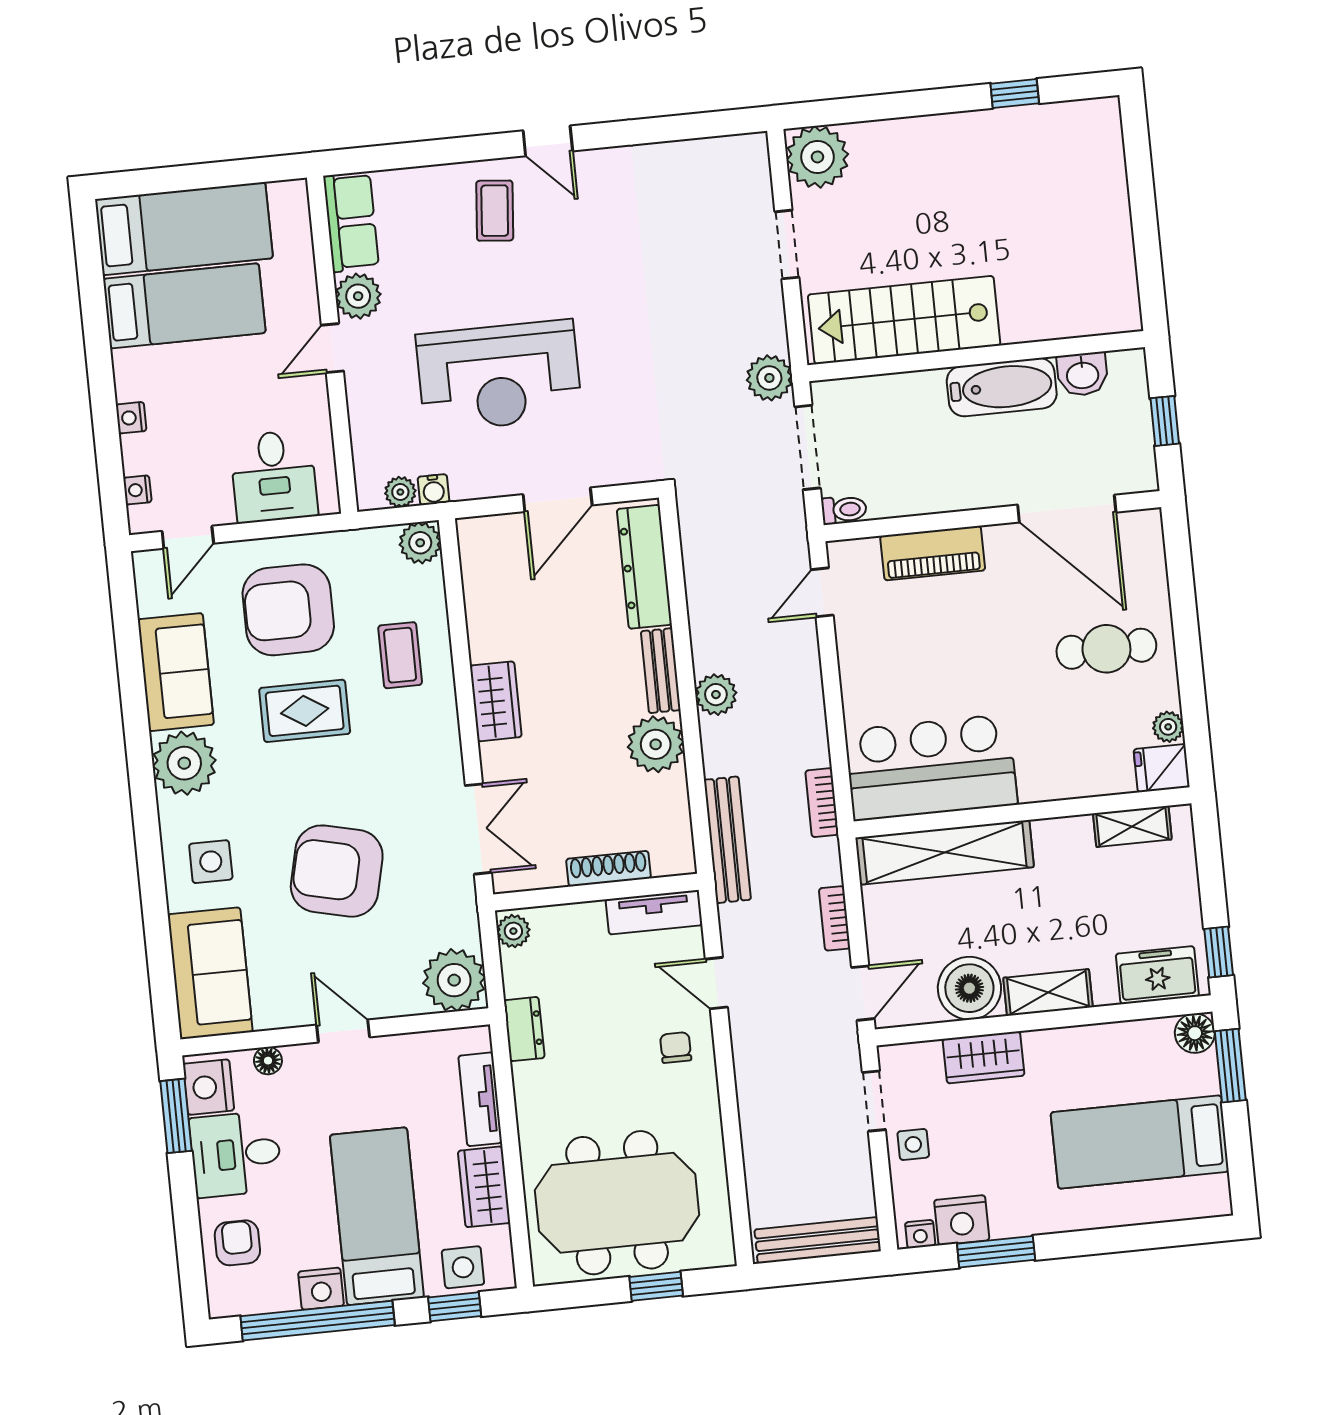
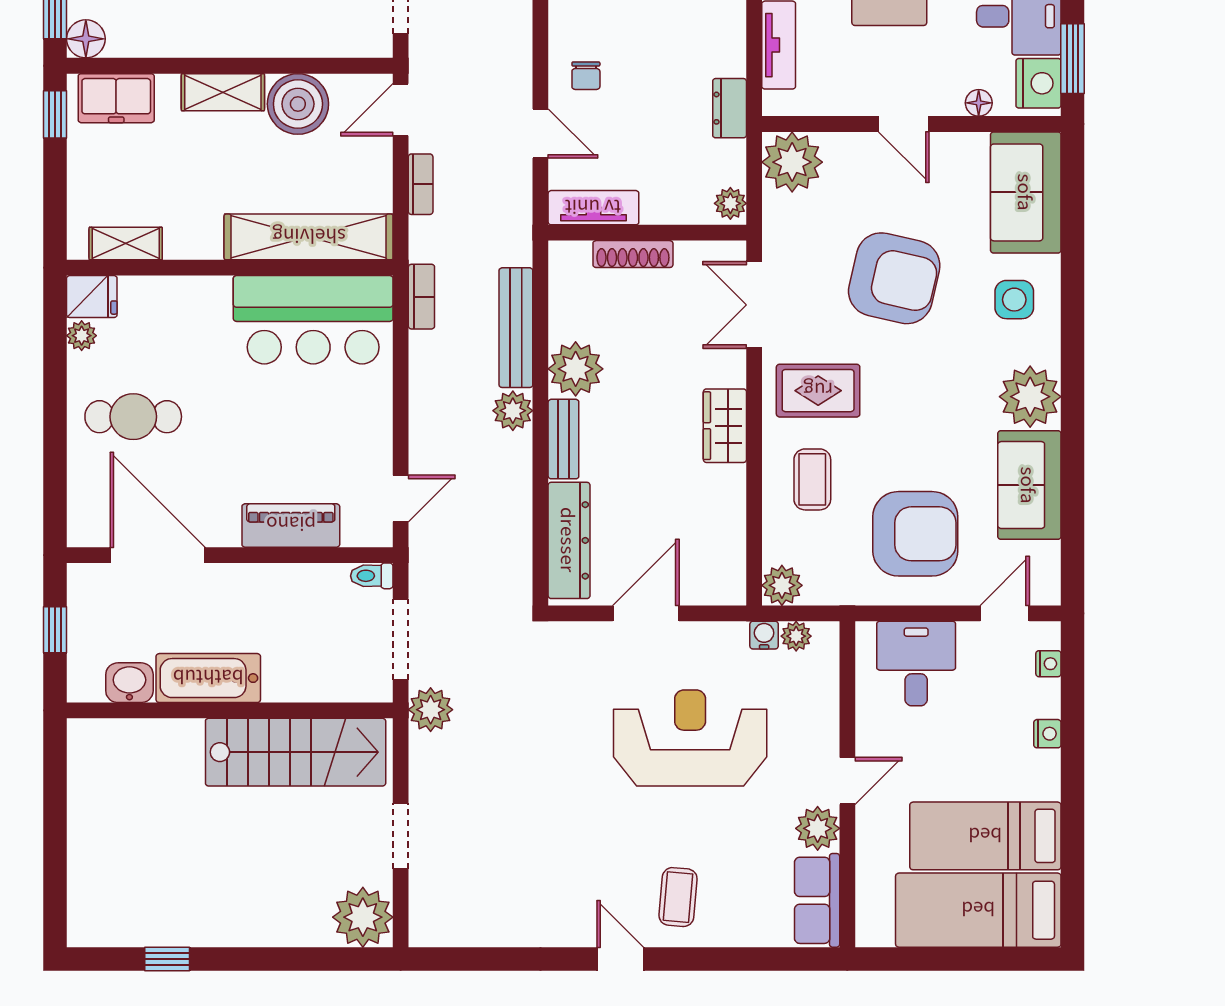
rug: (305, 711) -> (818, 391), moved
bench: (727, 840) -> (516, 328), moved
wardrobe: (984, 1057) -> (291, 36), removed

